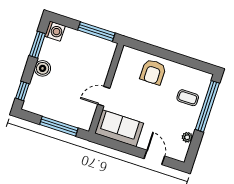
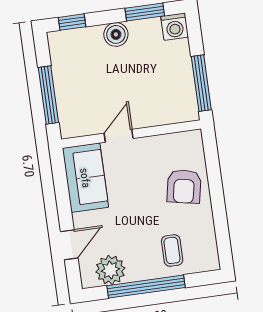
armchair: (153, 72) -> (184, 186), turned -79
door: (104, 96) -> (119, 136), hinge flipped
window: (207, 106) -> (146, 287), moved
plant: (187, 137) -> (110, 270), width x1.88, depth x1.88

